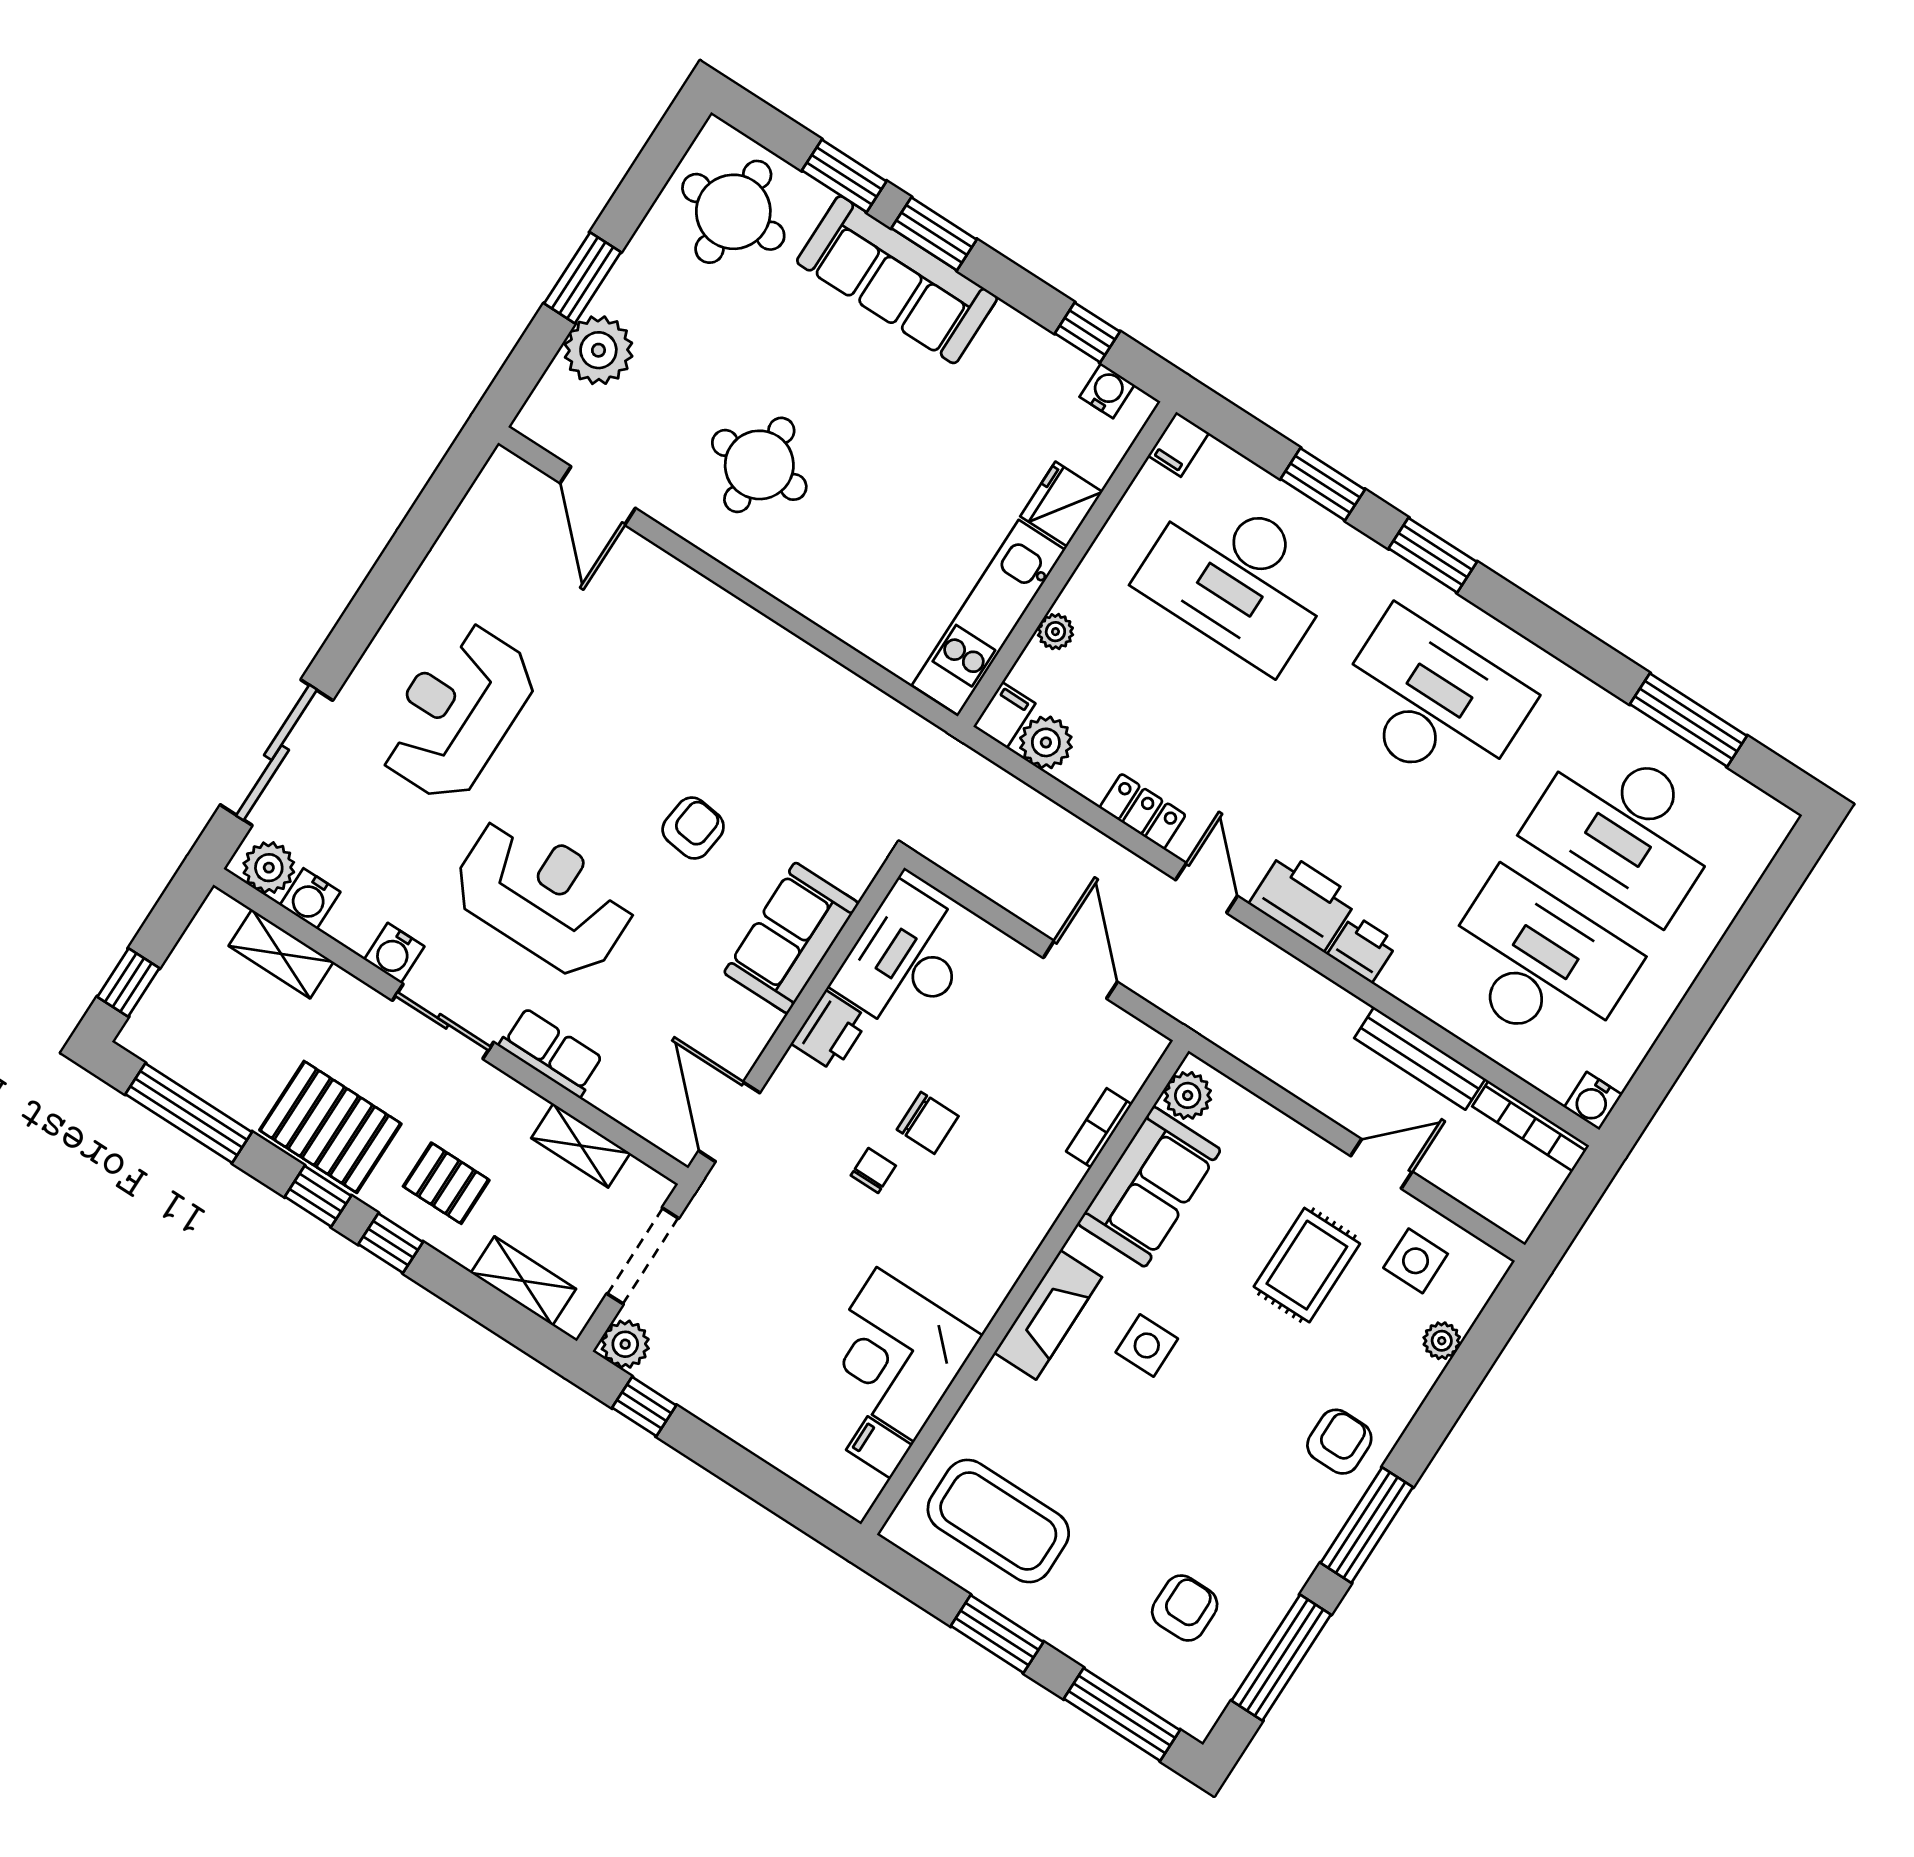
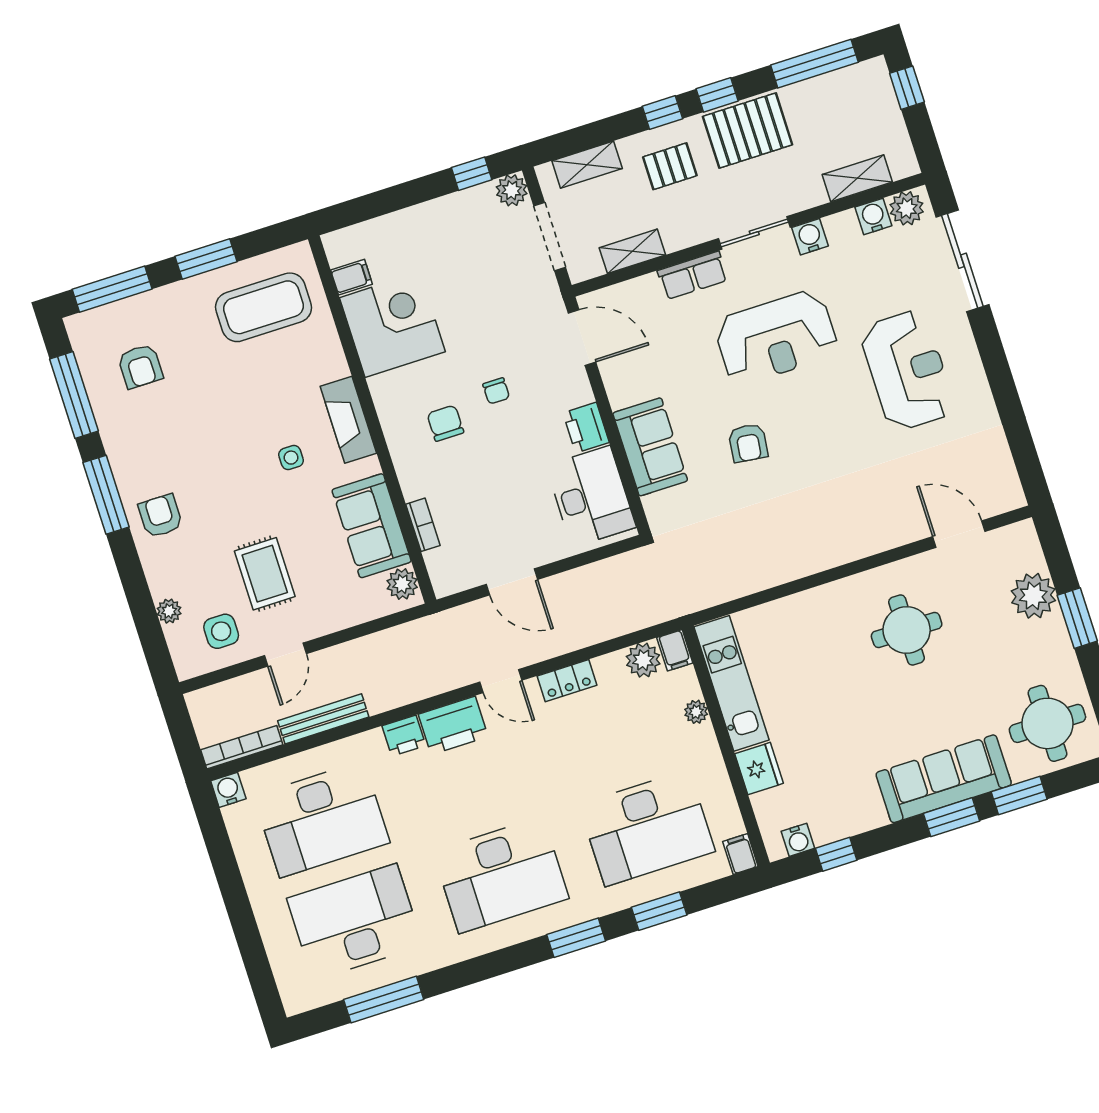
desk: (1238, 578) -> (647, 828), turned 180
chair: (928, 1123) -> (445, 423), moved, turned 90
side table: (1147, 1345) -> (291, 458), width x0.73, depth x0.73
armchair: (1339, 1442) -> (160, 516), turned 180

